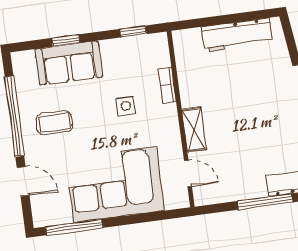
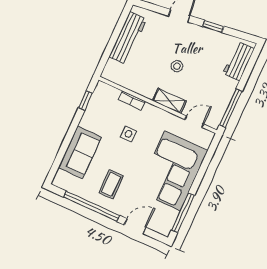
window: (66, 40) -> (65, 145), removed
stool: (240, 113) -> (177, 66), added
window: (265, 202) -> (231, 108), moved

